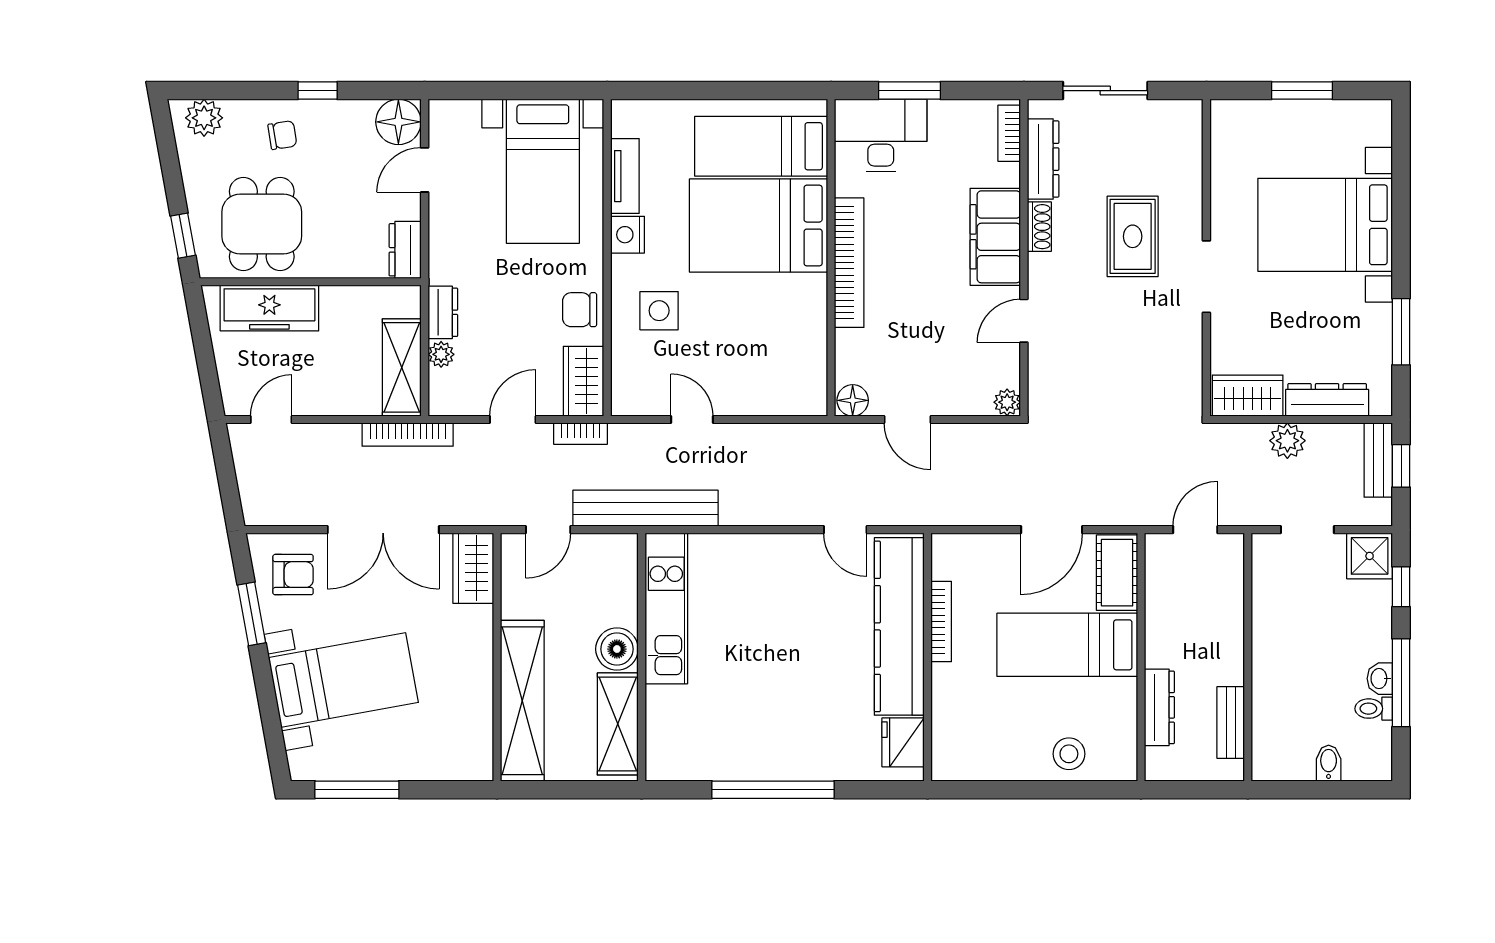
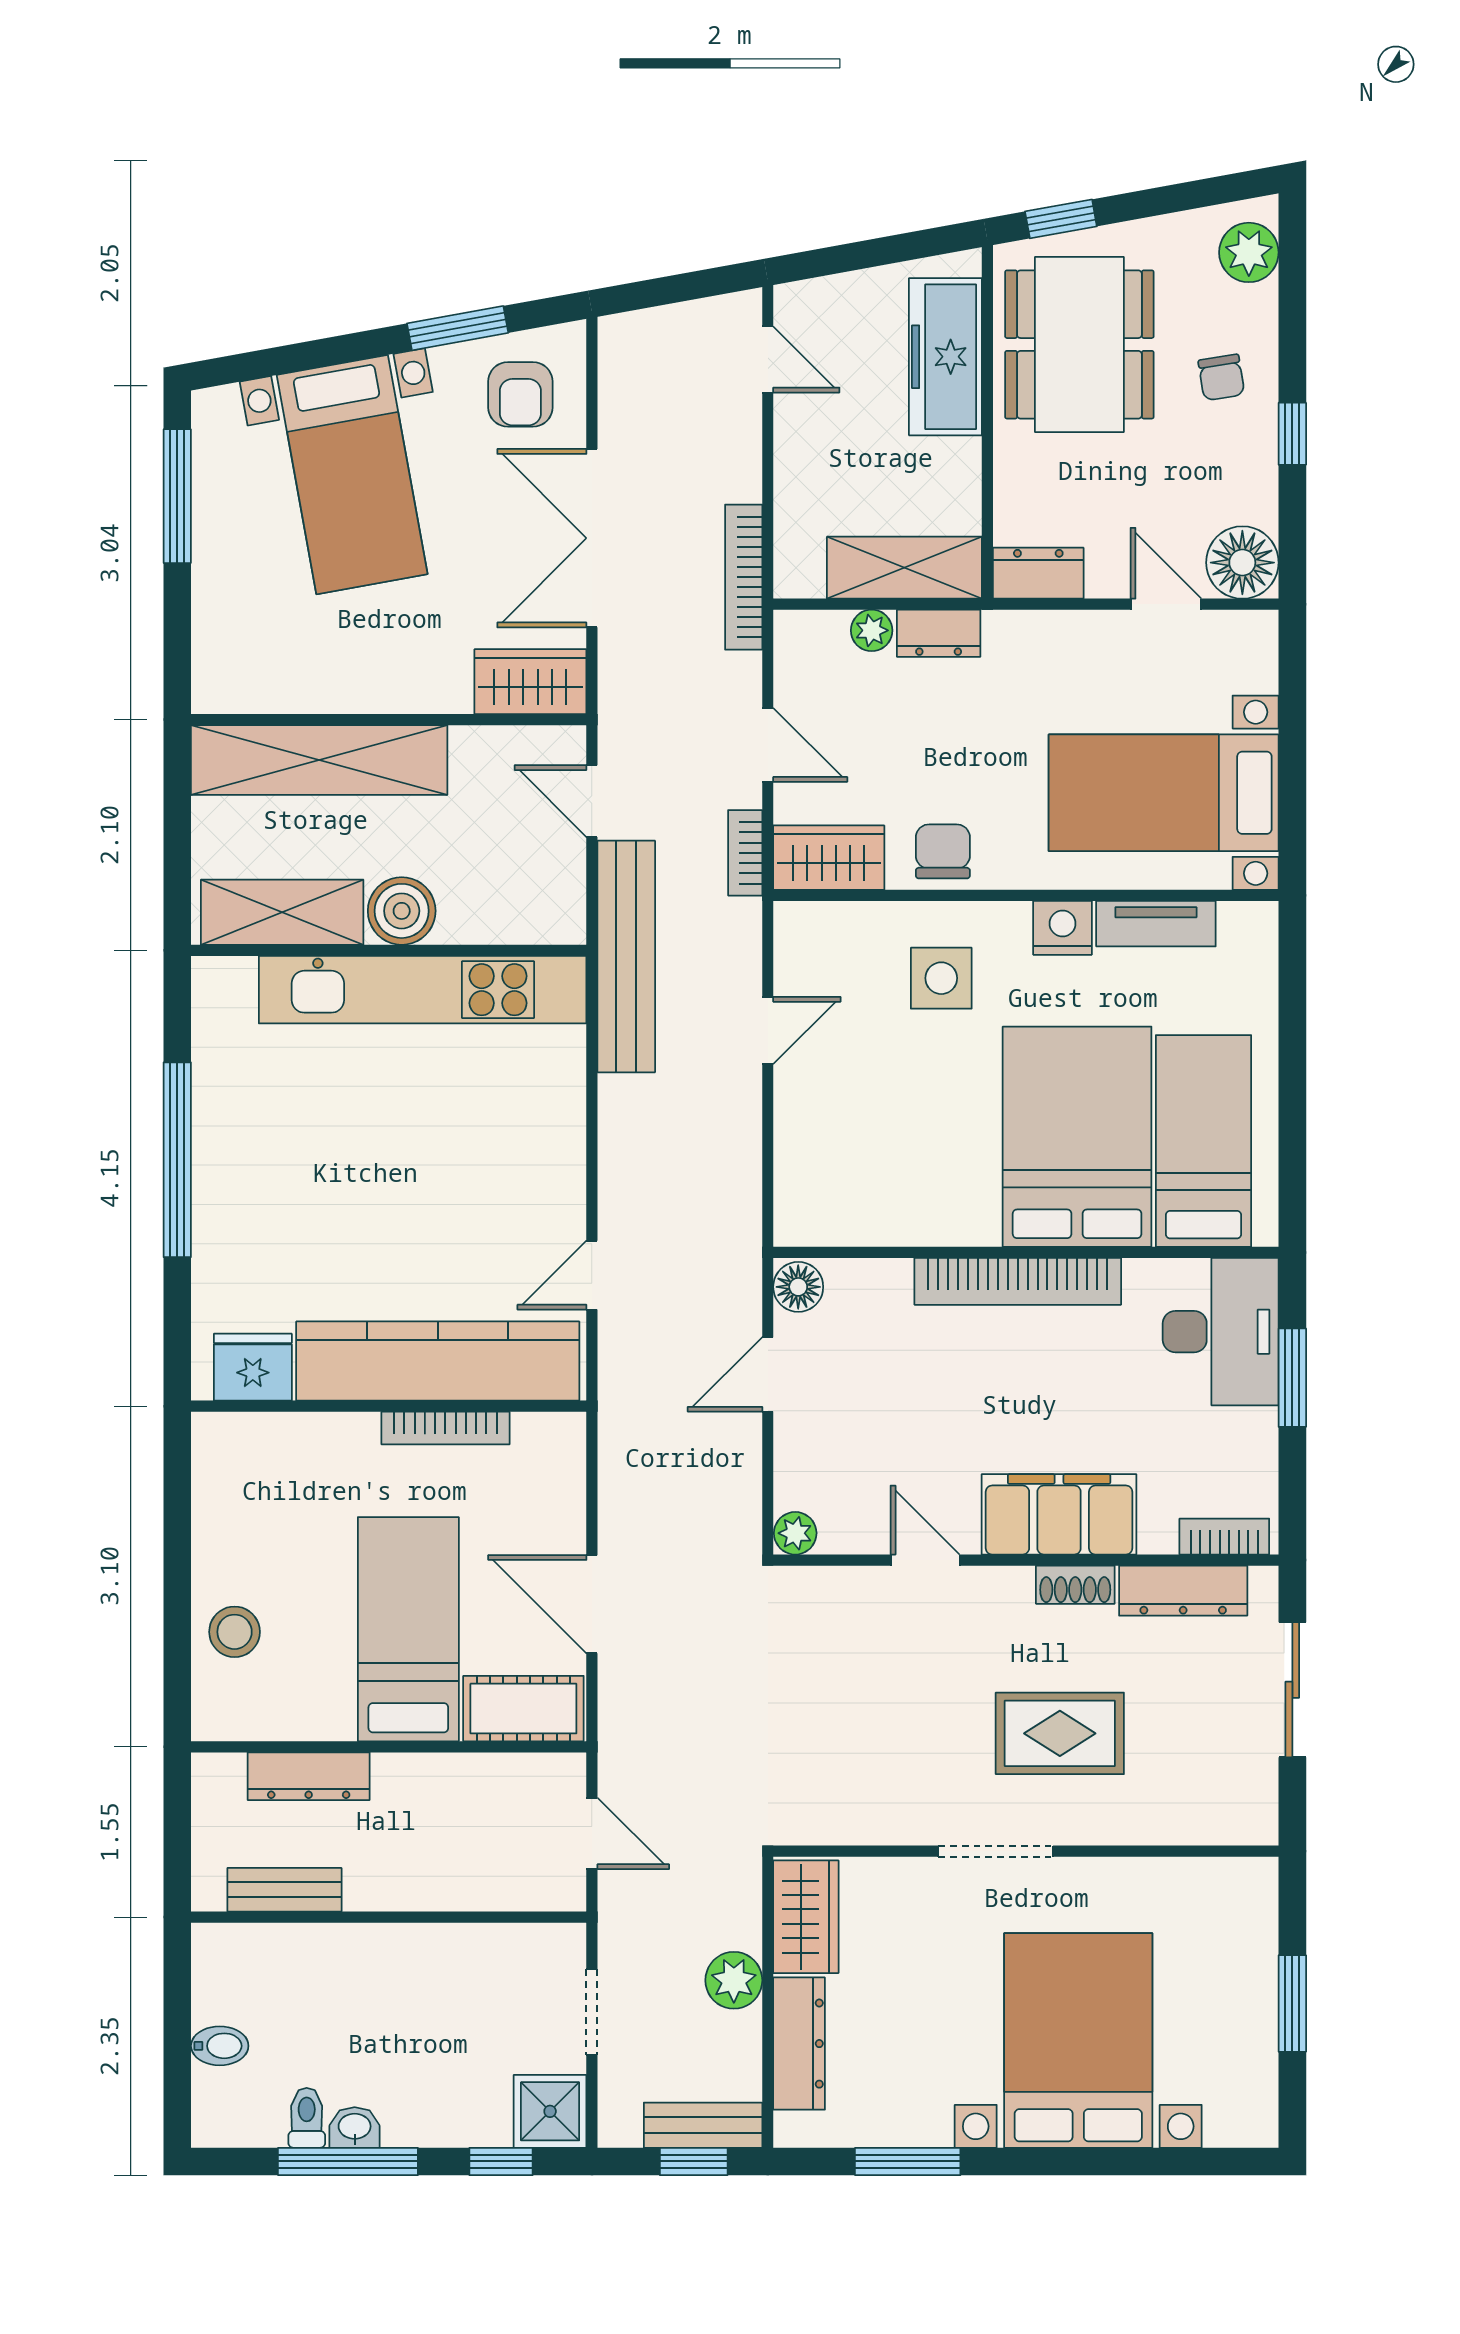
dining table: (262, 224) -> (1079, 344), width x1.38
shelving: (402, 367) -> (904, 568), moved
kitchen unit: (666, 608) -> (423, 990), width x1.36

